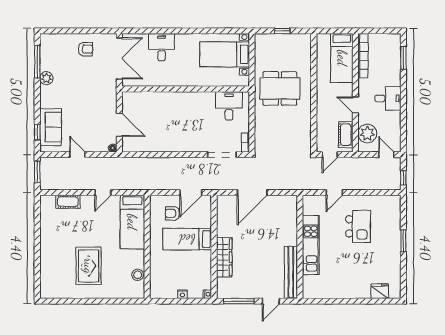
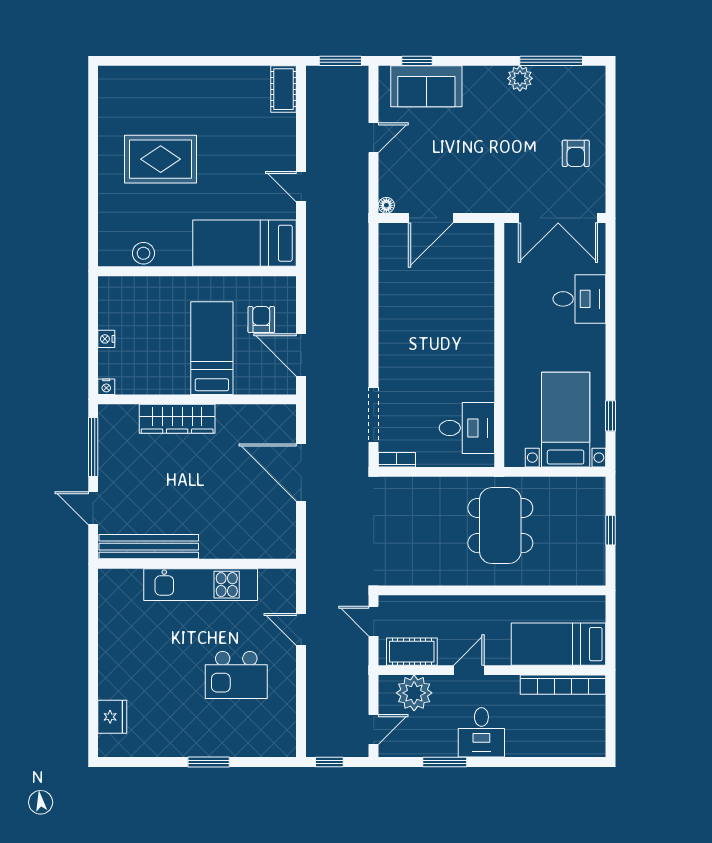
window: (223, 31) -> (611, 416), added
window: (403, 58) -> (445, 762), moved
cot: (68, 202) -> (283, 89), moved

